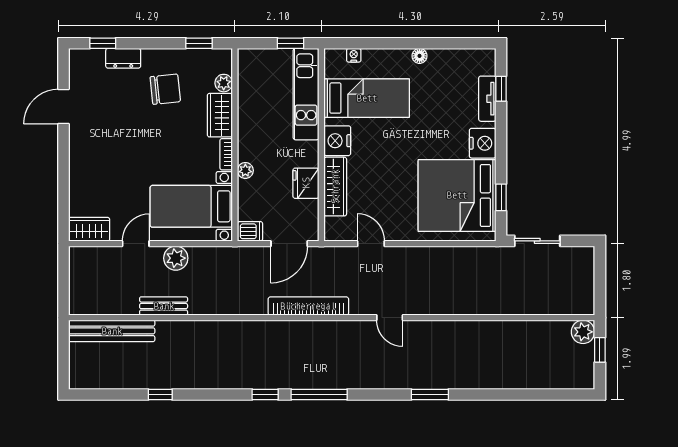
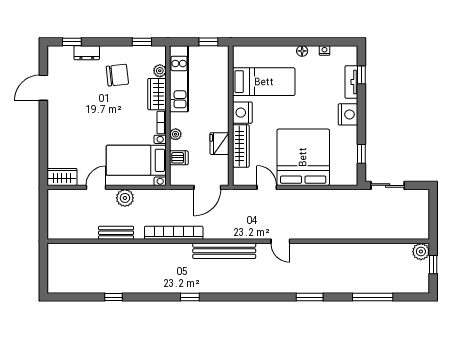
nightstand: (354, 55) -> (324, 50), moved
kitchen unit: (306, 94) -> (179, 79), moved, turned 180
bed: (457, 195) -> (303, 157), moved, turned 90
dishwasher: (250, 231) -> (179, 158), moved
bookcase: (308, 306) -> (174, 233), moved
bench: (112, 331) -> (224, 251), moved
window: (319, 394) -> (373, 297), moved

